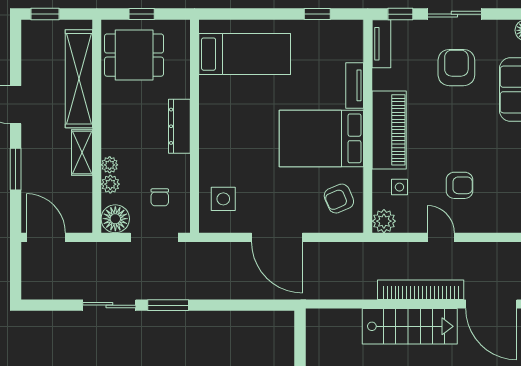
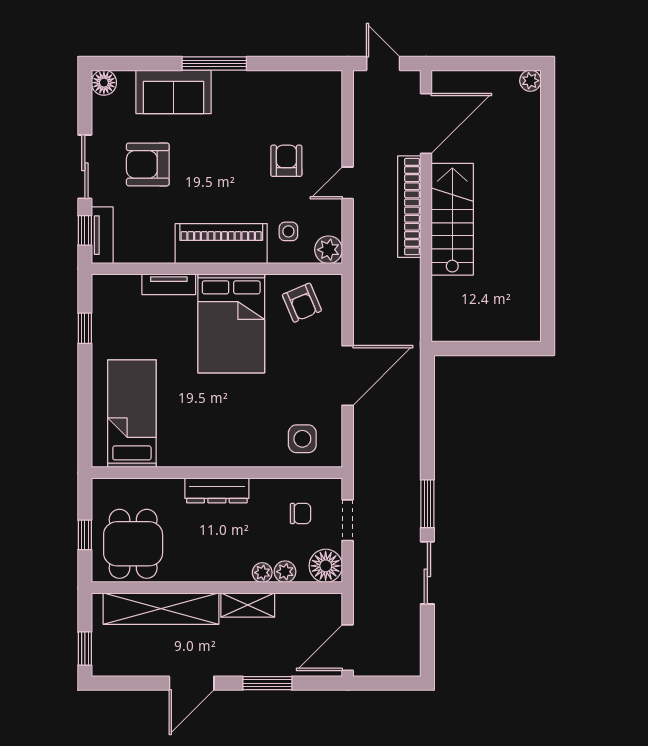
tv unit: (381, 44) -> (102, 235), moved, turned 90
doorway: (154, 237) -> (348, 520), width x0.73

